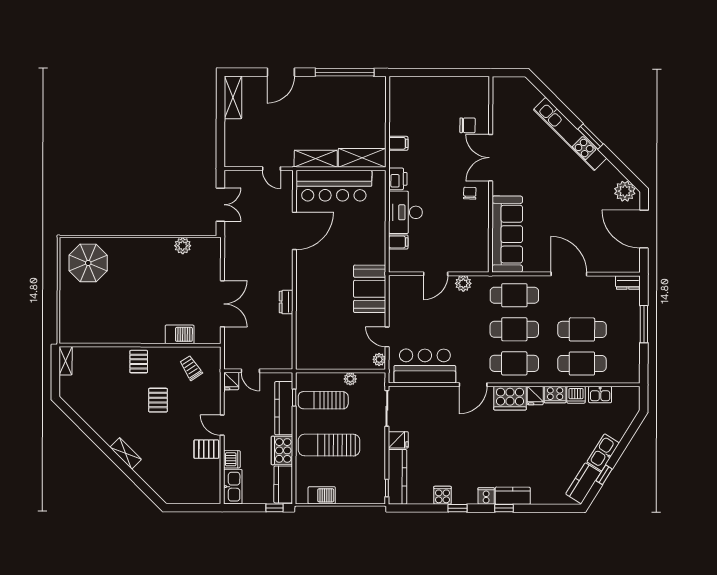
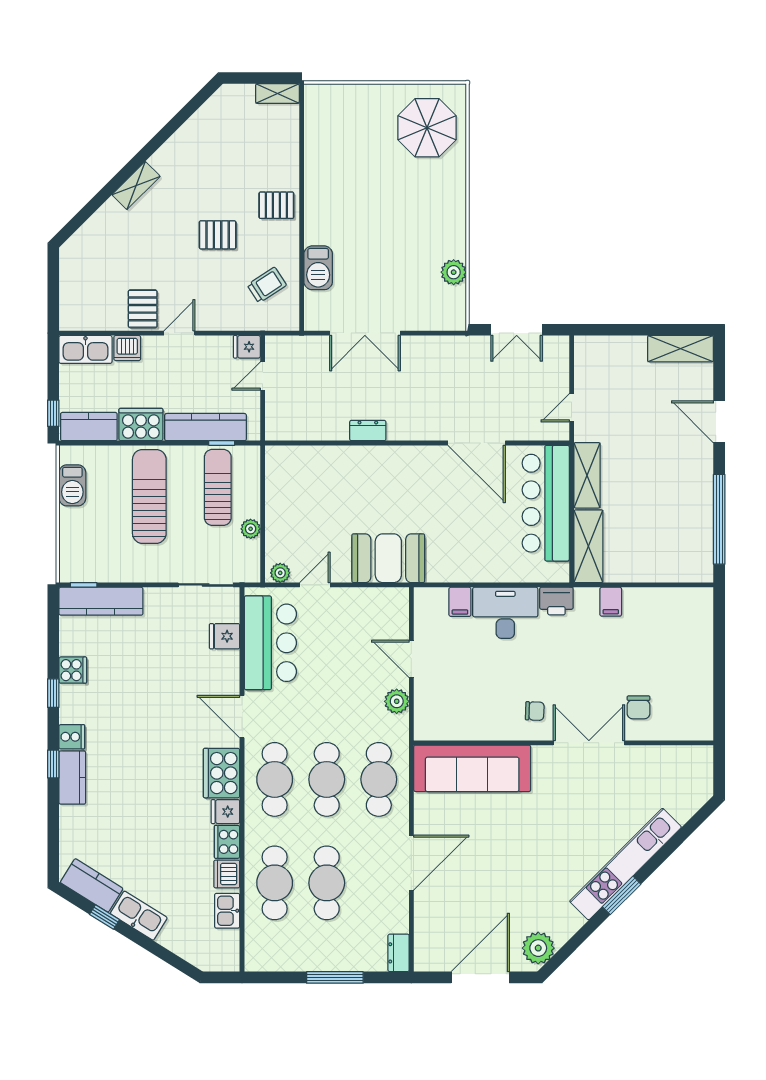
fridge: (398, 440) -> (225, 636), moved, turned 90

